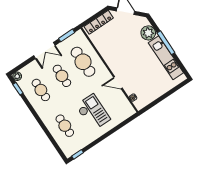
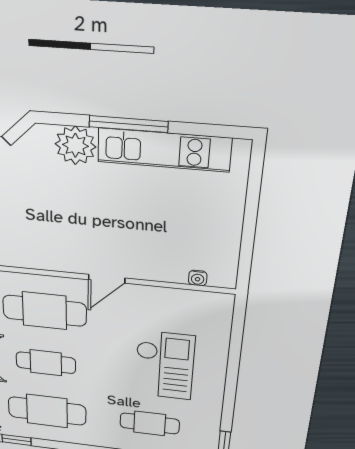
door: (118, 83) -> (107, 279), moved
cafe table: (41, 90) -> (47, 411), width x1.37, depth x1.35
checkout: (93, 112) -> (165, 365), turned 90

